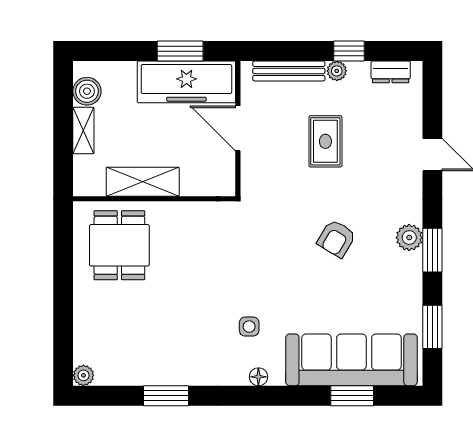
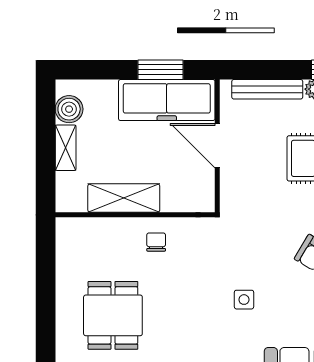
chair: (176, 227) -> (156, 242), added
dining table: (119, 245) -> (113, 315), moved
side table: (249, 327) -> (244, 300), moved

